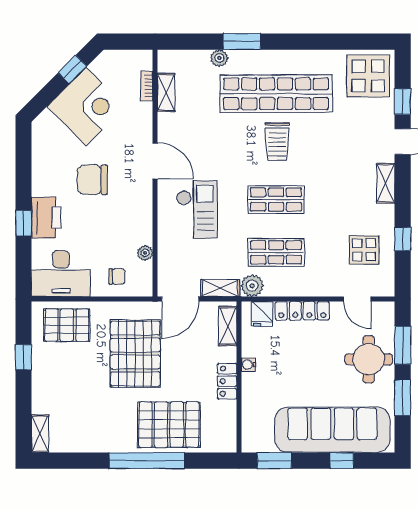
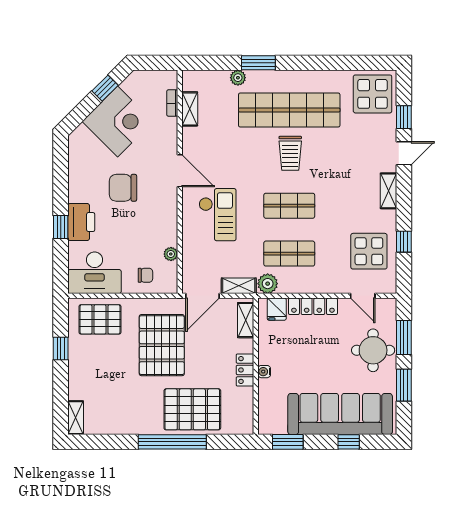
display table: (364, 250) -> (369, 251), width x1.36, depth x1.36
water cooler: (248, 365) -> (264, 372), moved

